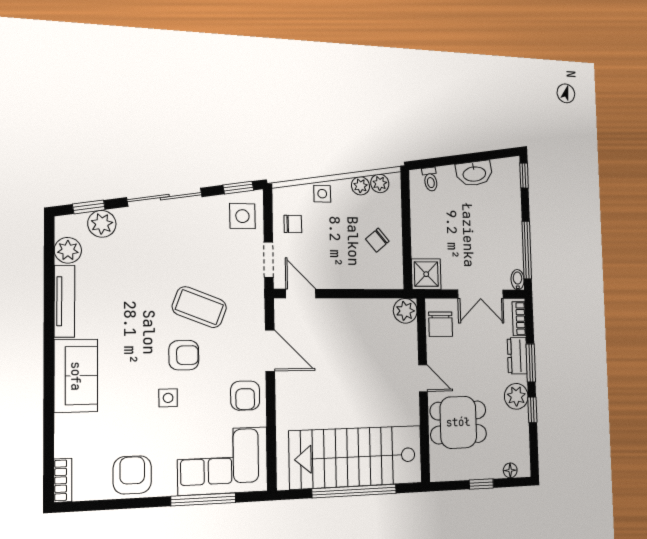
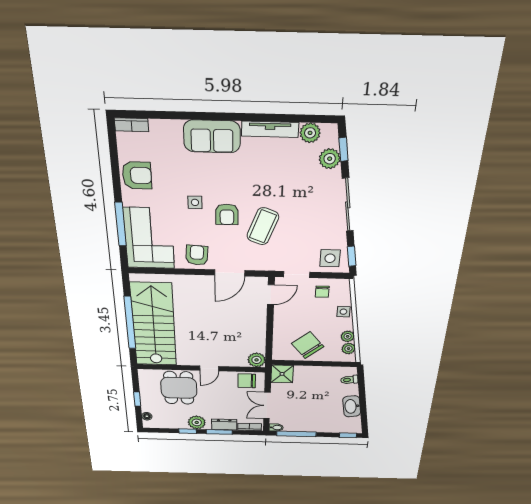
chair: (377, 240) -> (308, 345), width x1.87, depth x1.87
armchair: (245, 396) -> (197, 255), turned 94

